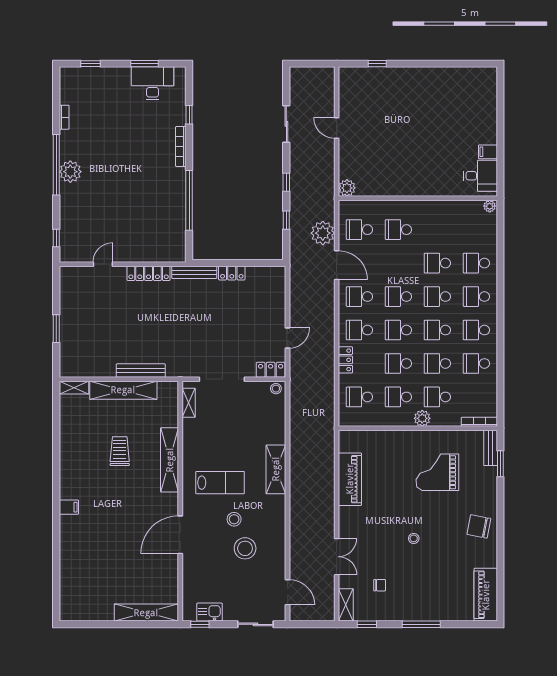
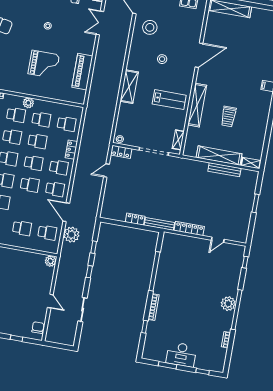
desk: (153, 83) -> (181, 354), moved
chair: (348, 85) -> (38, 328), added
bench: (141, 371) -> (224, 170), moved
grand piano: (437, 472) -> (44, 64), moved
lab bench: (220, 483) -> (169, 100), moved, turned 180
stool: (245, 548) -> (150, 27), moved

